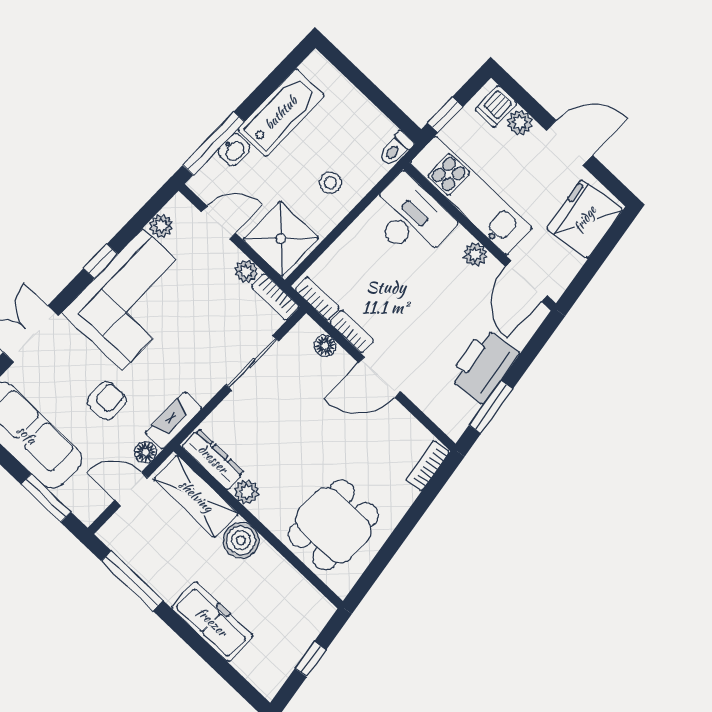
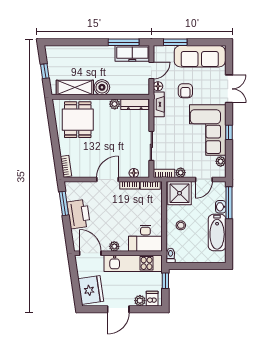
shelving: (196, 496) -> (75, 88), moved
freezer: (212, 622) -> (132, 53), moved

